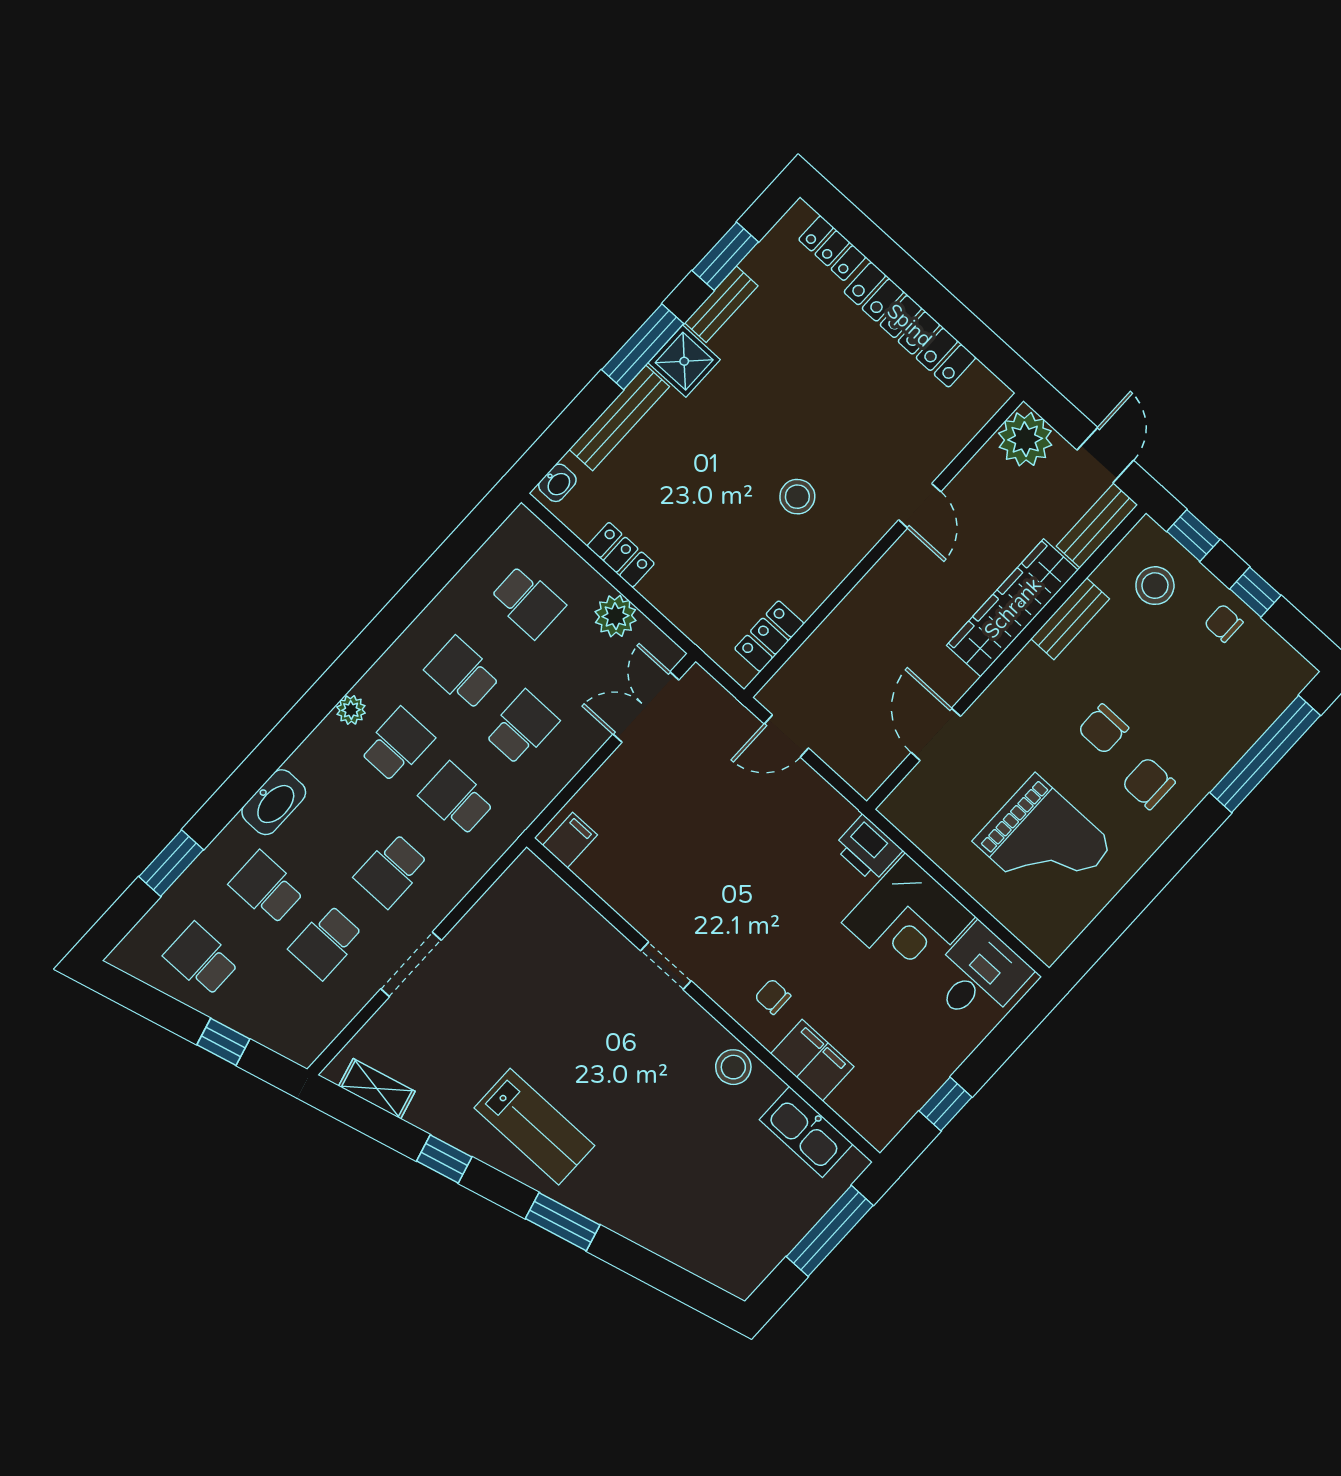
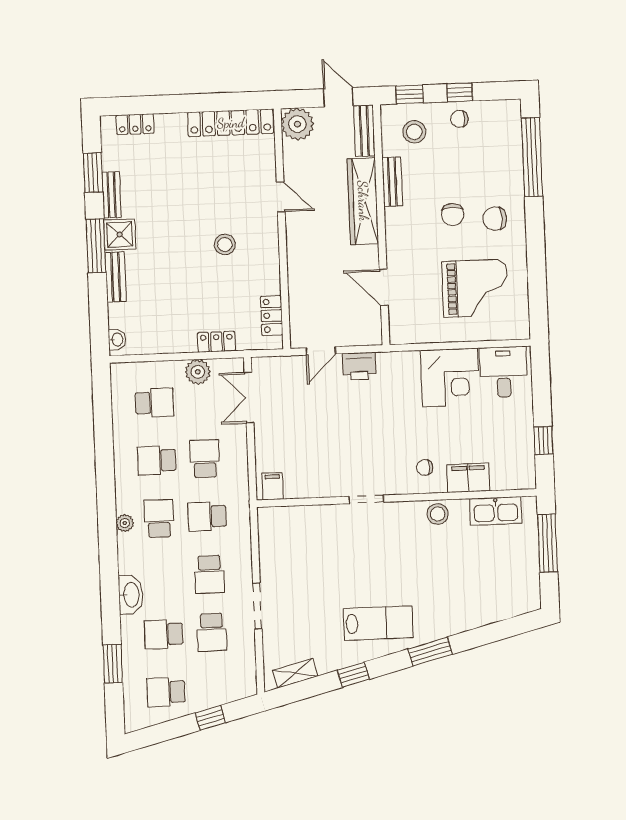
locker: (910, 325) -> (231, 123), moved
bench: (619, 418) -> (116, 277), width x0.73
locker: (621, 555) -> (216, 342), moved
printer: (868, 849) -> (359, 366), moved

